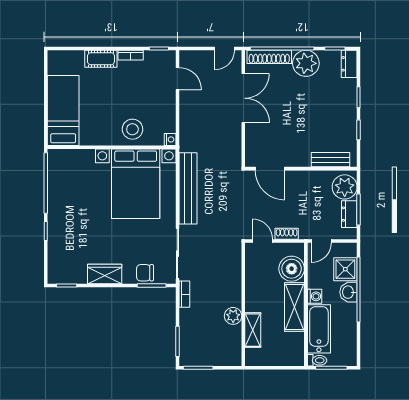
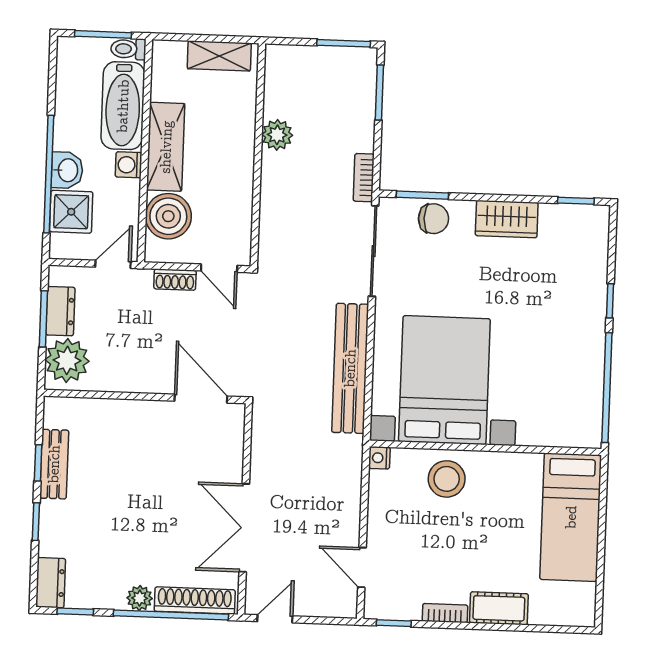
plant: (306, 63) -> (140, 598), width x0.53, depth x0.53
bench: (330, 160) -> (54, 464), moved, turned 90
shelving: (253, 330) -> (219, 56), moved, turned 90

